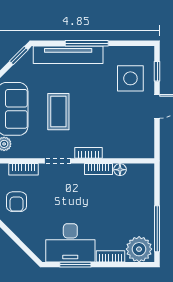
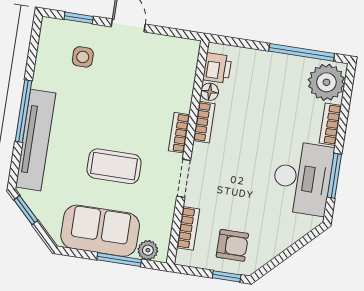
side table: (130, 78) -> (83, 57), width x0.54, depth x0.54
printer: (137, 172) -> (217, 68), added

